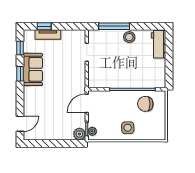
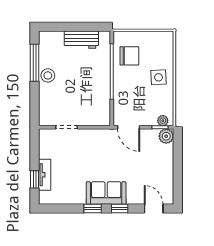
window: (114, 26) -> (35, 63), moved
workbench: (158, 44) -> (81, 40), moved
window: (20, 48) -> (120, 209), moved
sofa: (33, 69) -> (106, 193), moved
chair: (145, 104) -> (129, 56), turned -90

